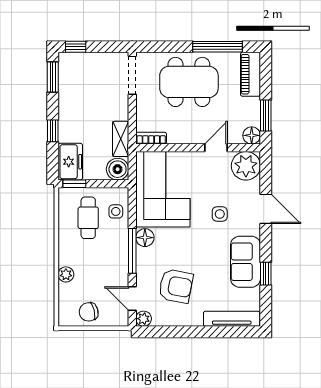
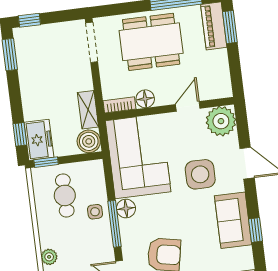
window: (266, 116) -> (230, 27), moved
window: (53, 131) -> (20, 134), moved
floor lamp: (252, 135) -> (145, 99), moved
side table: (116, 211) -> (95, 212), moved
side table: (220, 214) -> (200, 174), width x1.87, depth x1.87

